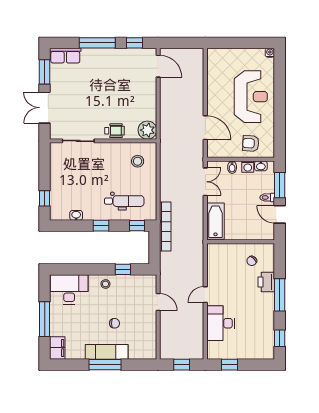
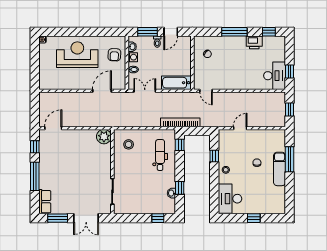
wheelchair: (114, 131) -> (104, 163), removed
window: (101, 226) -> (180, 188), moved
printer: (266, 282) -> (254, 42), moved
door: (205, 295) -> (206, 91), moved
window: (45, 319) -> (254, 218), width x0.46
desk: (221, 323) -> (275, 76), moved, turned -90
filing cabinet: (57, 348) -> (276, 208), removed
window: (105, 365) -> (290, 159), moved

